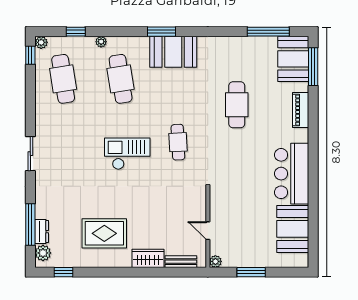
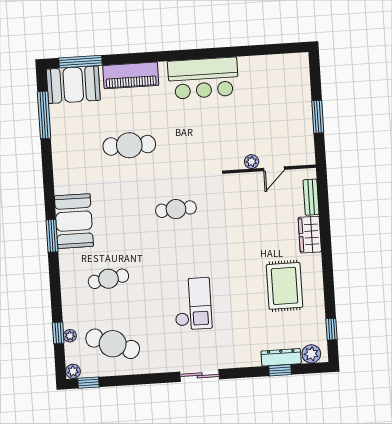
plant: (101, 42) -> (70, 336), moved
cafe table: (63, 79) -> (113, 344), turned 30
cafe table: (121, 79) -> (108, 279), width x0.73, depth x0.74
piano: (301, 110) -> (131, 75), width x1.37, depth x1.33
checkout: (127, 154) -> (193, 304), moved, turned 180
window: (30, 225) -> (280, 370), width x0.46
booth: (293, 229) -> (266, 73), removed
dresser: (42, 232) -> (281, 357), width x1.44
plant: (215, 261) -> (252, 162), moved

